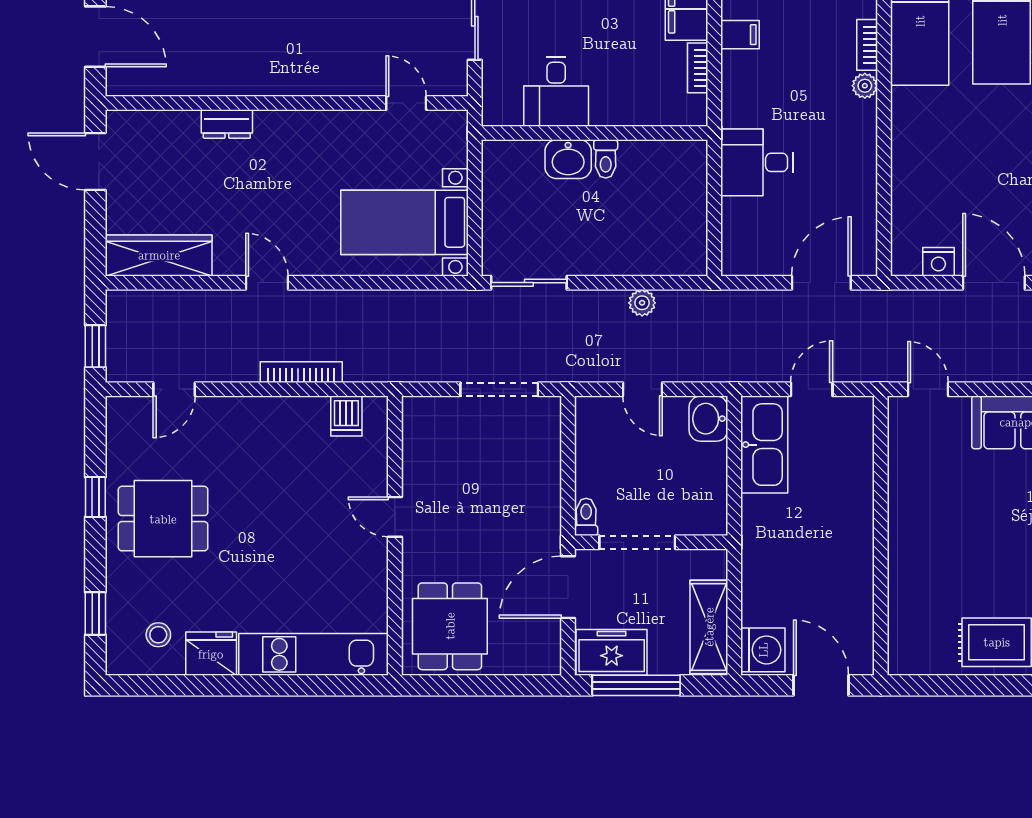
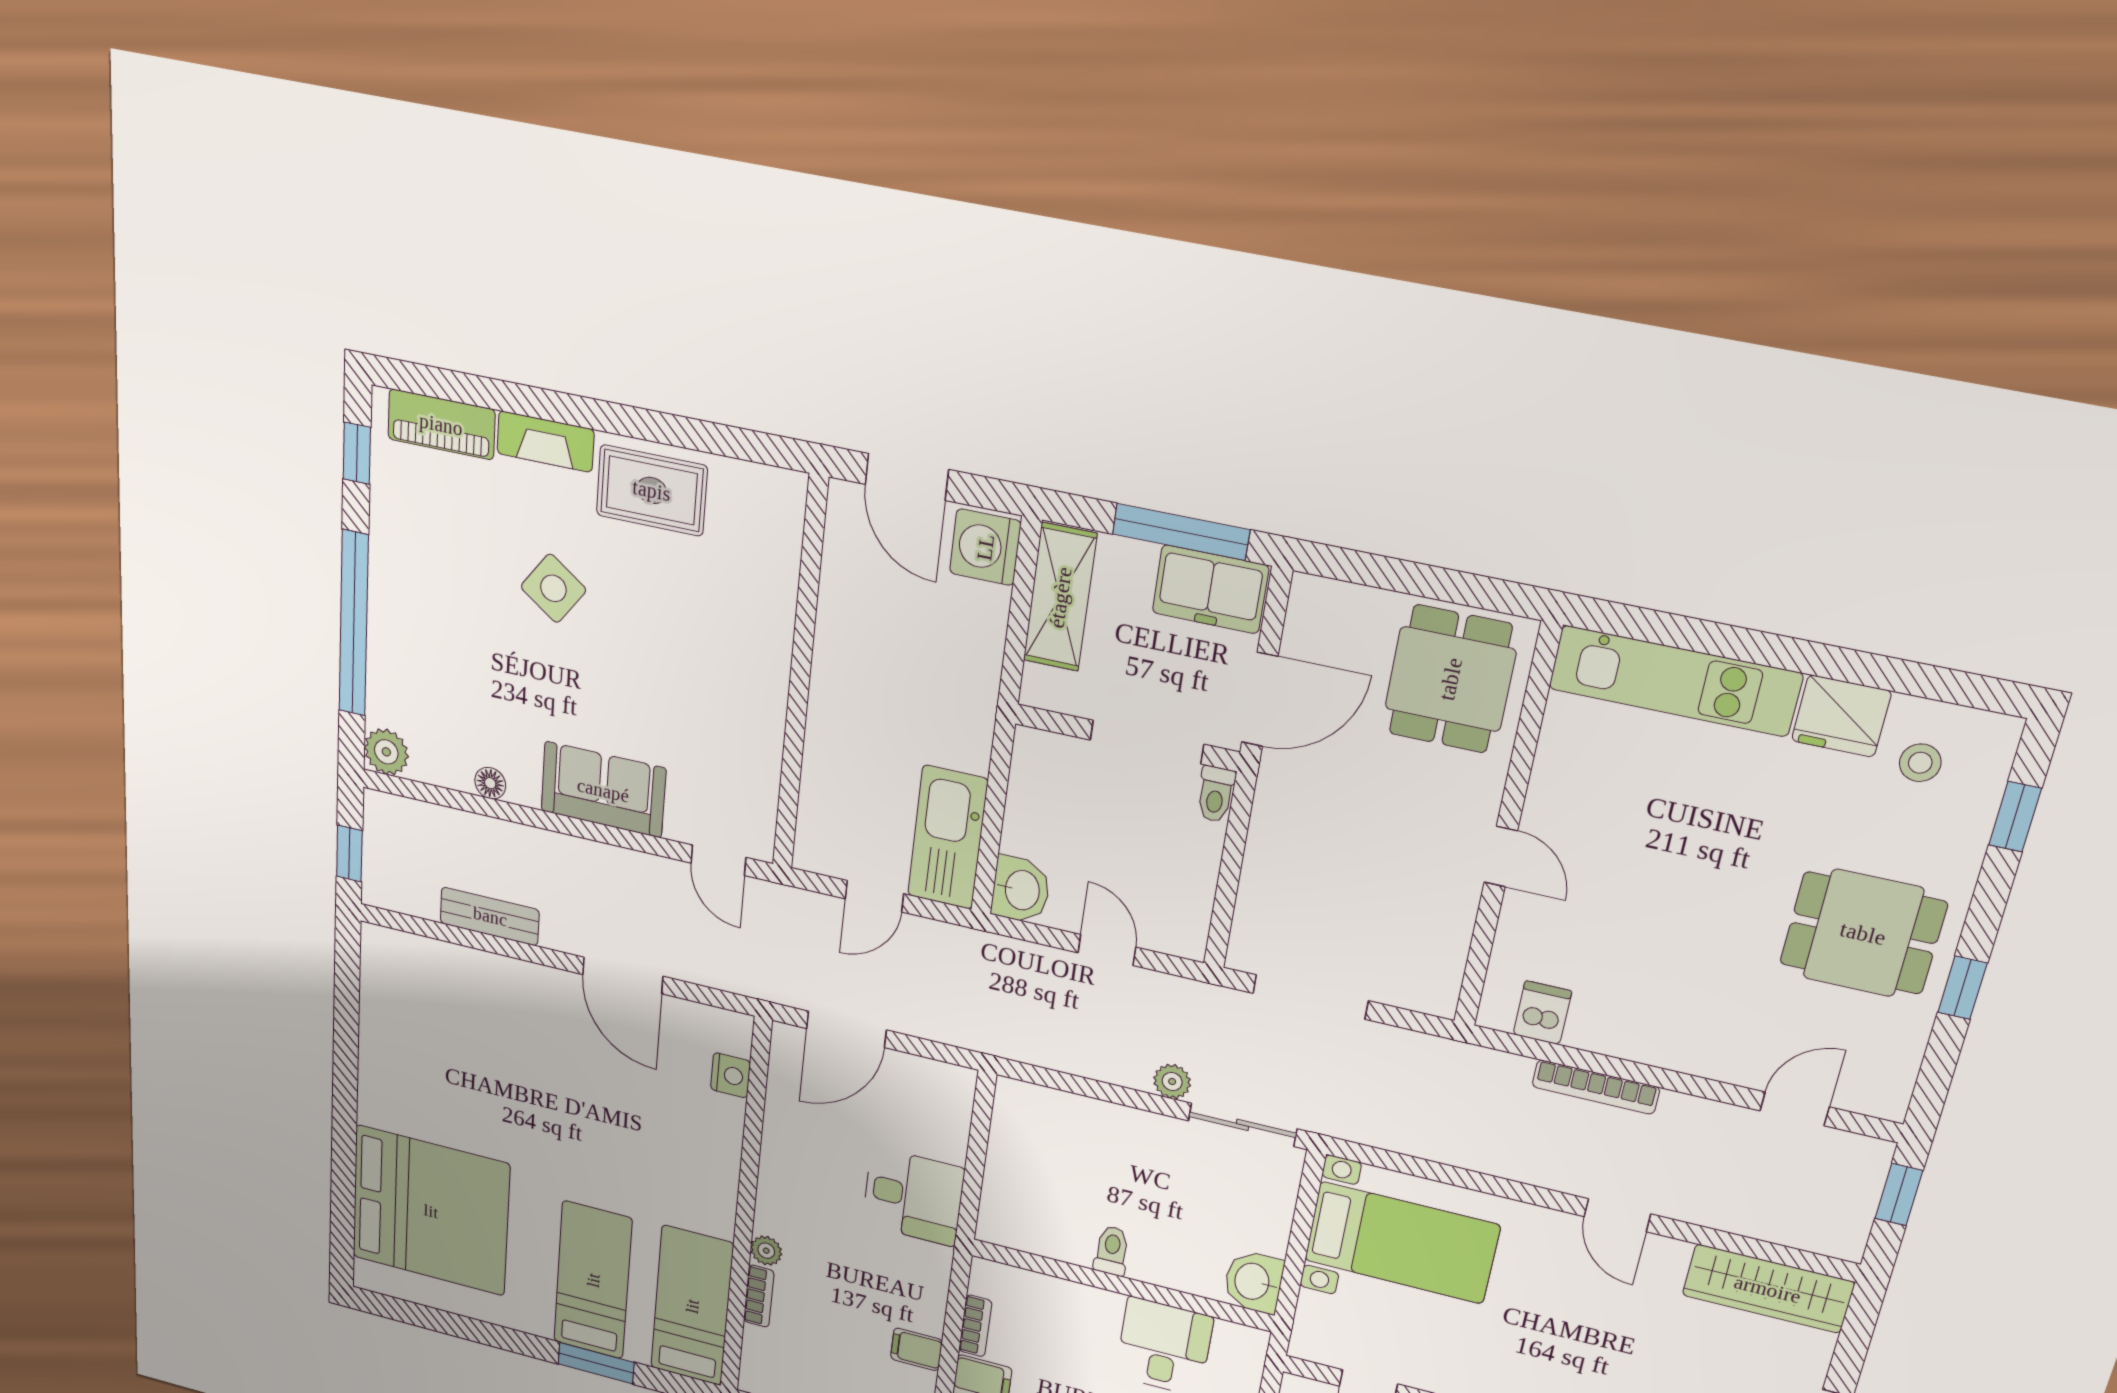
washbasin: (568, 159) -> (1253, 1282), moved, turned -90
nightstand: (938, 262) -> (730, 1075), moved, turned 90
plant: (642, 303) -> (1172, 1082), moved

